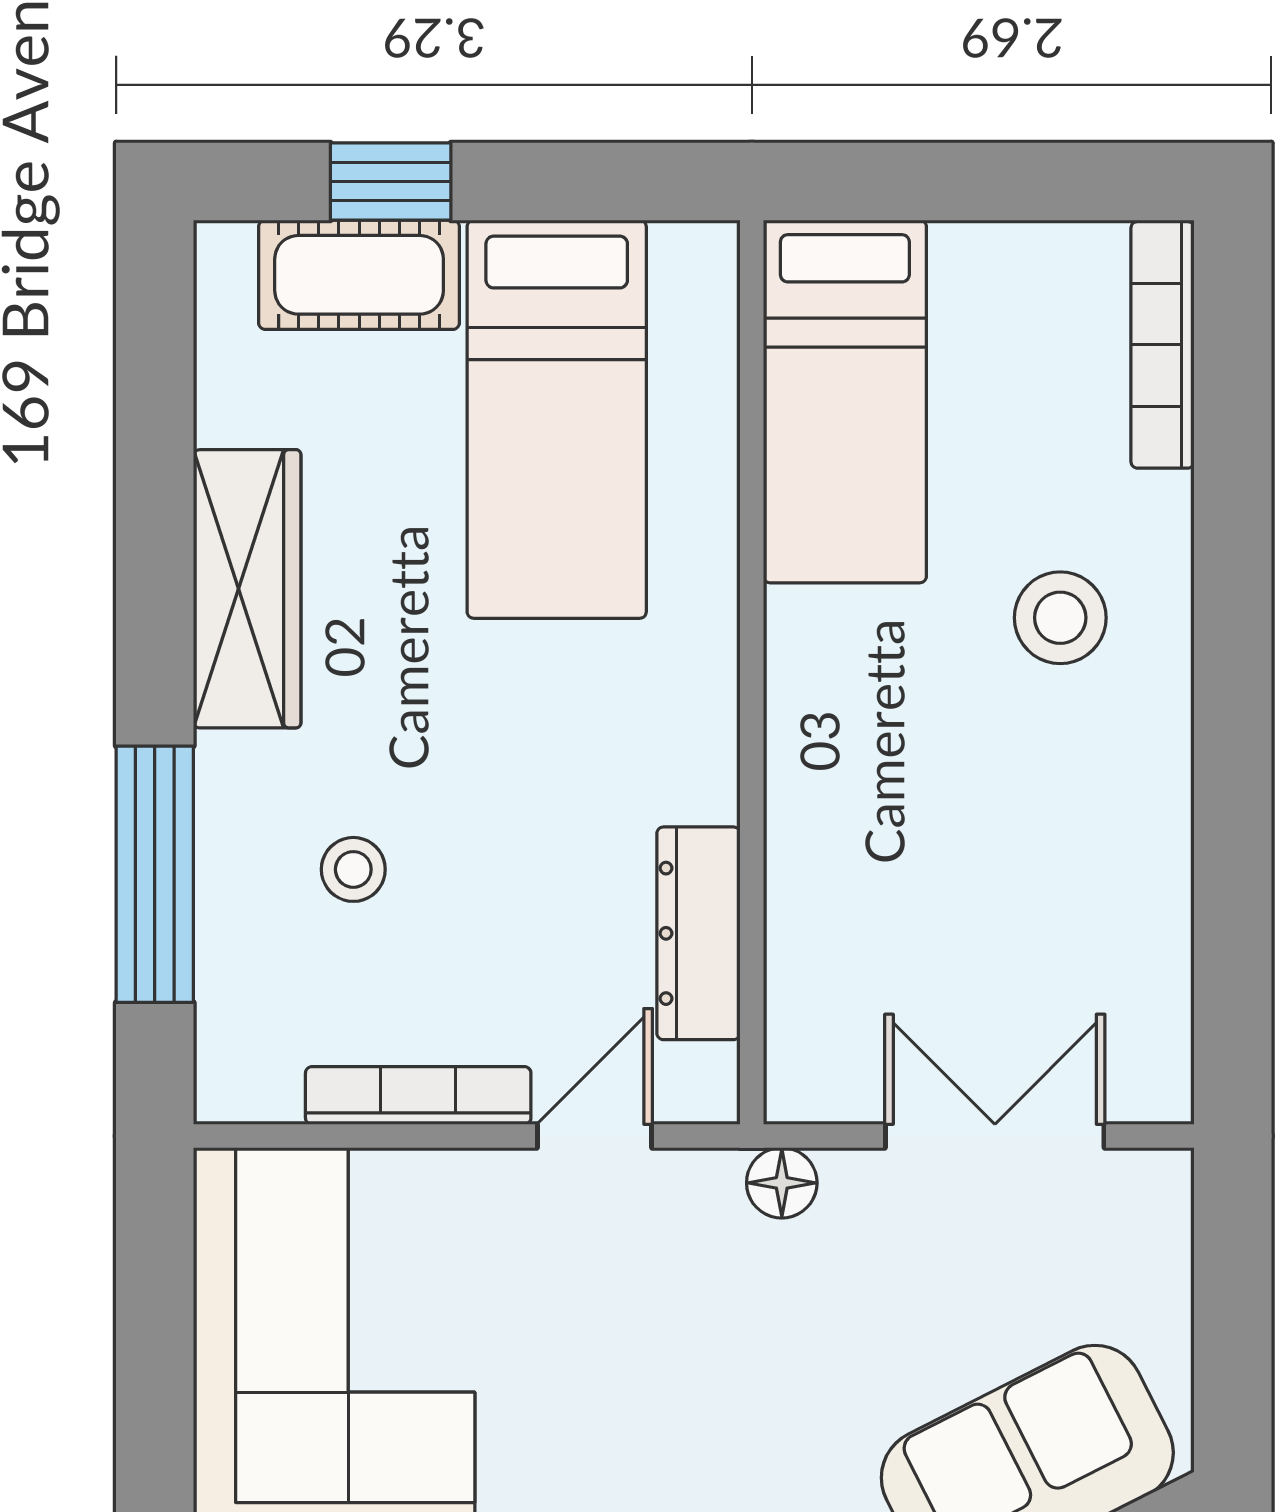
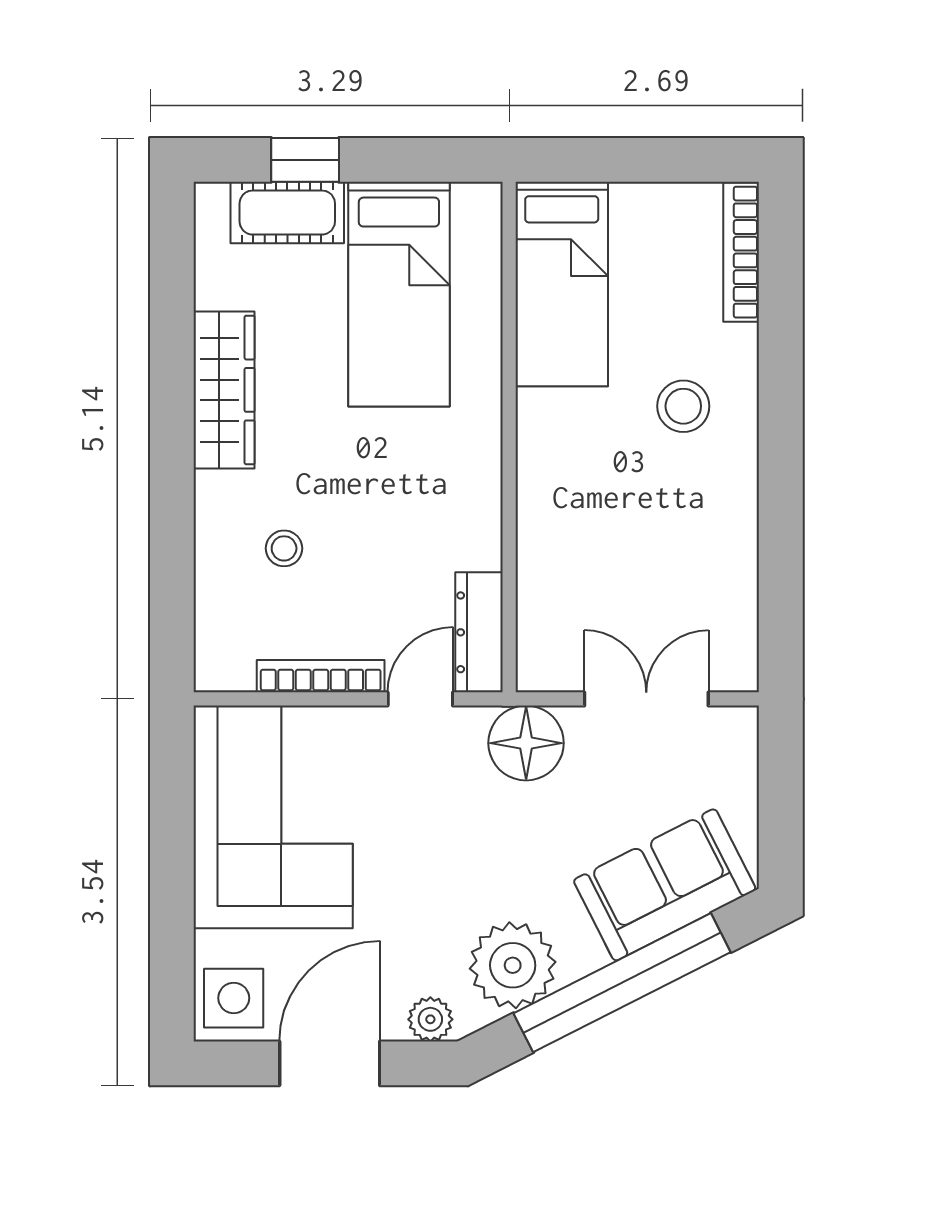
window: (155, 874) -> (172, 551), removed
dresser: (698, 933) -> (479, 632), moved
floor lamp: (782, 1183) -> (526, 743), width x1.89, depth x1.89

